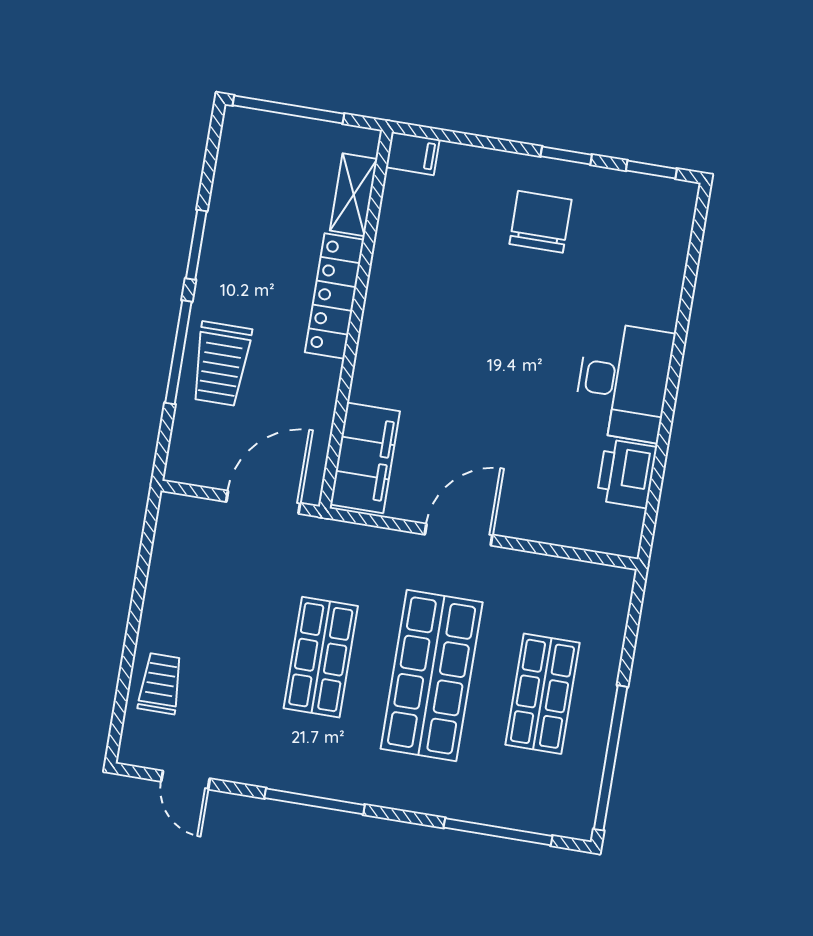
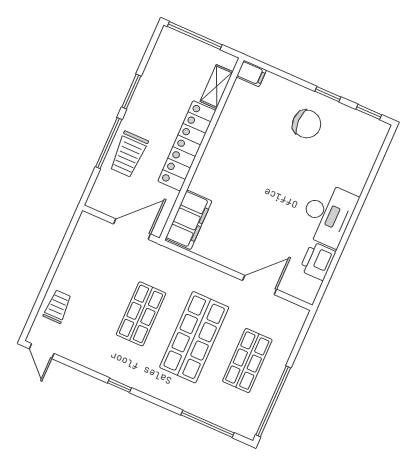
chair: (540, 222) -> (307, 124), turned 90
locker: (334, 296) -> (187, 146), width x1.41, depth x1.21
door: (459, 535) -> (259, 285), moved
door: (185, 780) -> (42, 351), moved
window: (315, 801) -> (120, 385), width x0.46

